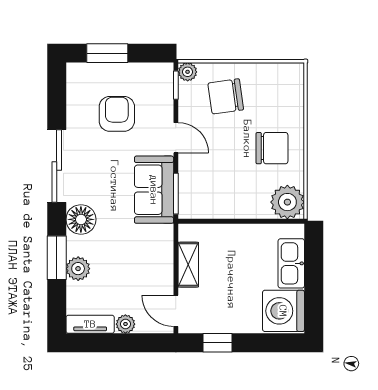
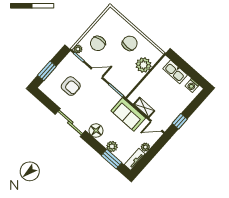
armchair: (117, 114) -> (71, 86), turned 180
sofa: (154, 190) -> (128, 114), moved
plant: (287, 202) -> (143, 65), moved
window: (57, 258) -> (111, 159), moved
washing machine: (283, 311) -> (192, 86), width x0.53, depth x0.53

